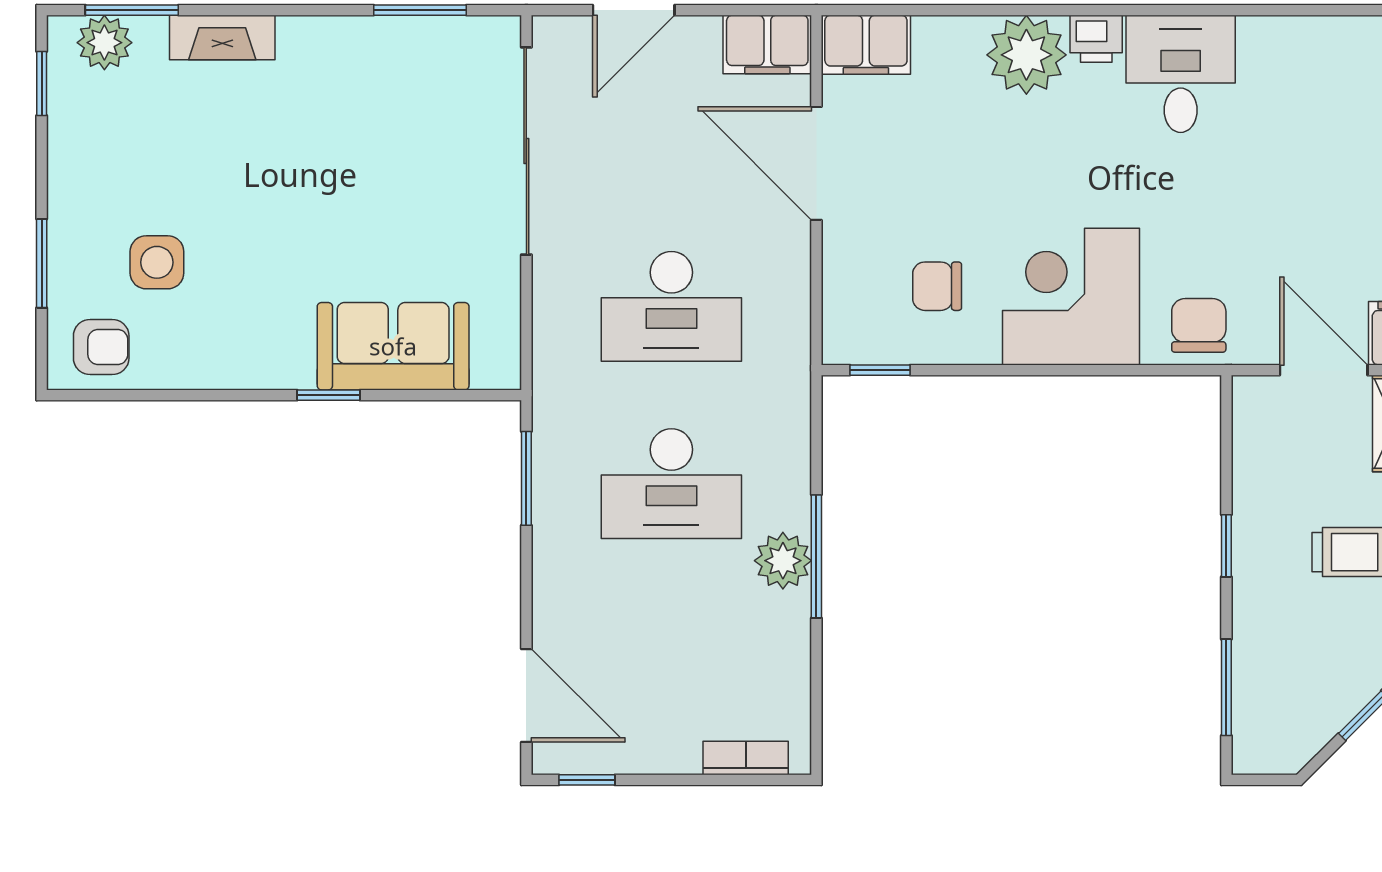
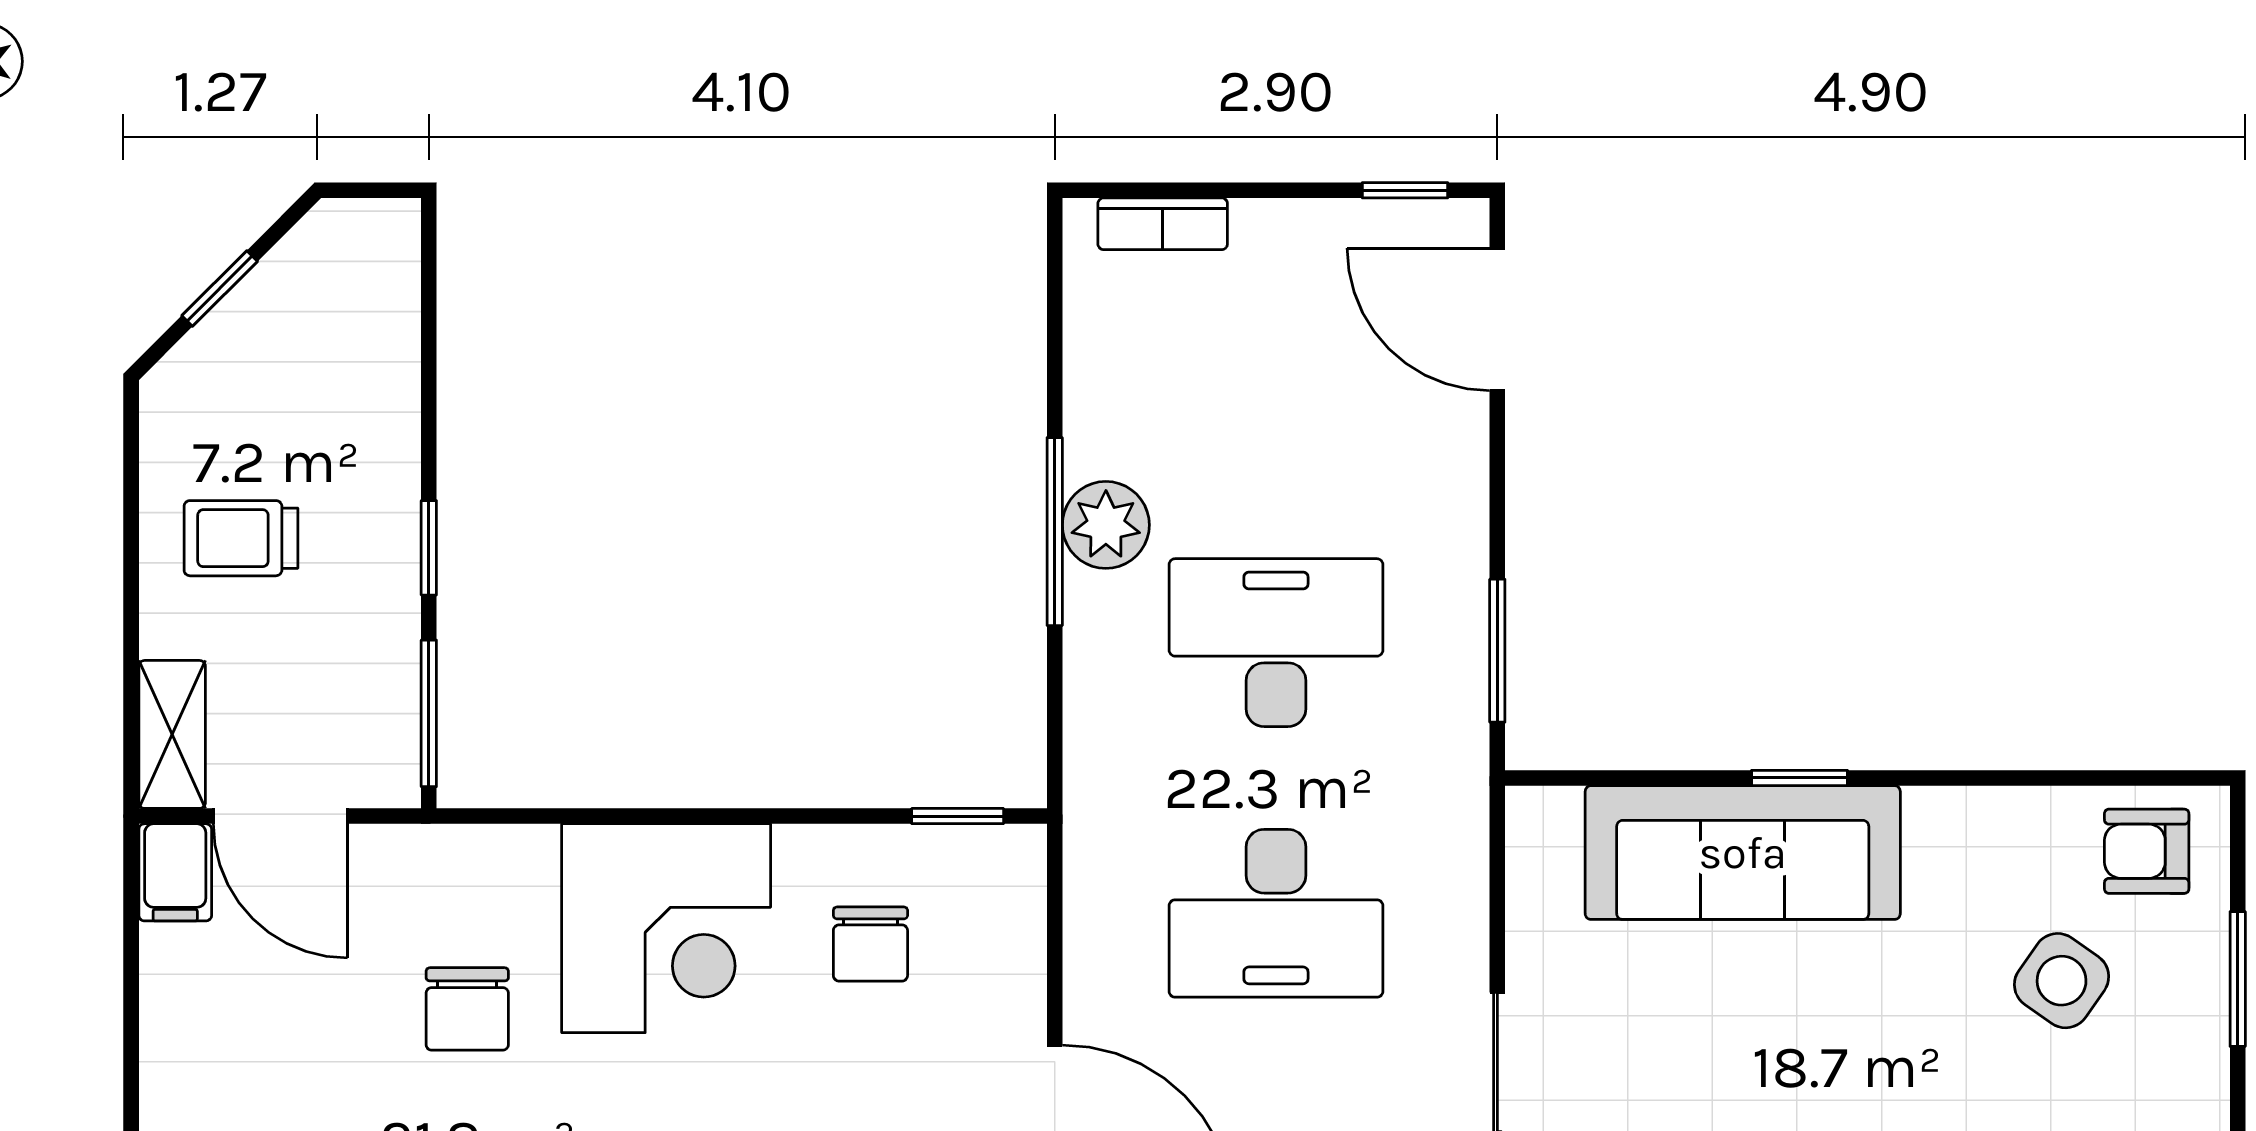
side table: (157, 262) -> (2062, 981), turned 35
chair: (937, 286) -> (870, 944), turned 90
desk: (671, 306) -> (1276, 913), turned 180
chair: (1199, 325) -> (467, 1009), moved
sofa: (393, 346) -> (1743, 853), width x1.36
window: (1226, 687) -> (429, 713), moved

